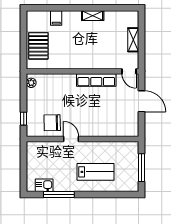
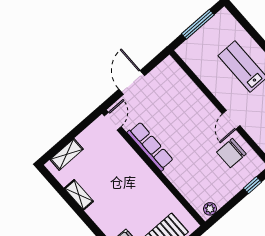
shelving: (93, 16) -> (79, 195), moved
shelving: (133, 40) -> (67, 154), moved
chair: (52, 123) -> (231, 153), turned 91

